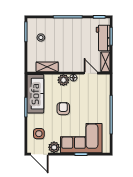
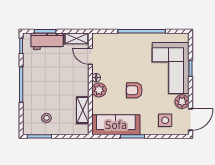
door: (91, 73) -> (90, 56), hinge flipped

